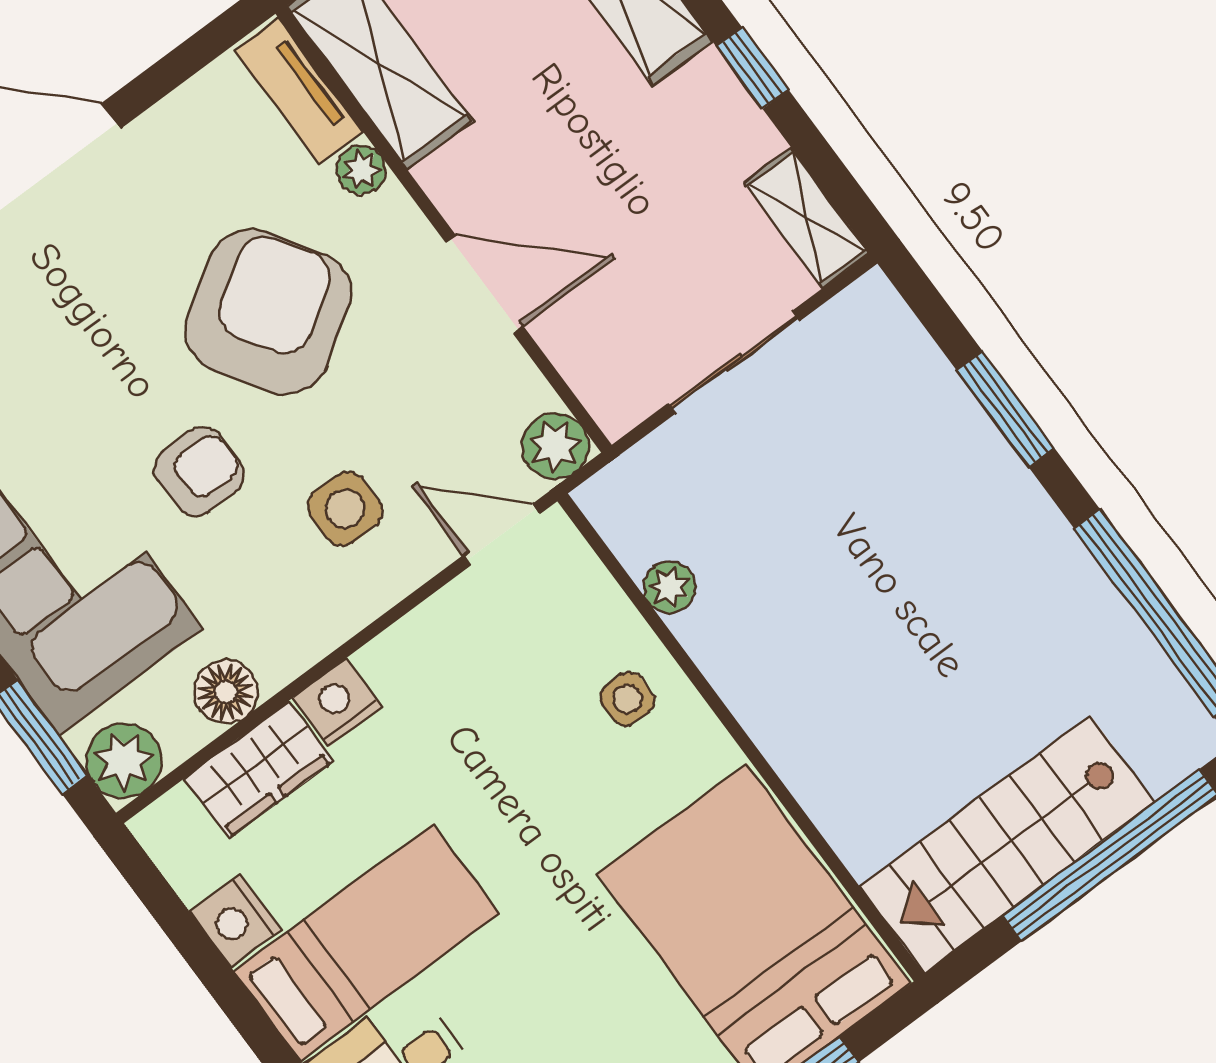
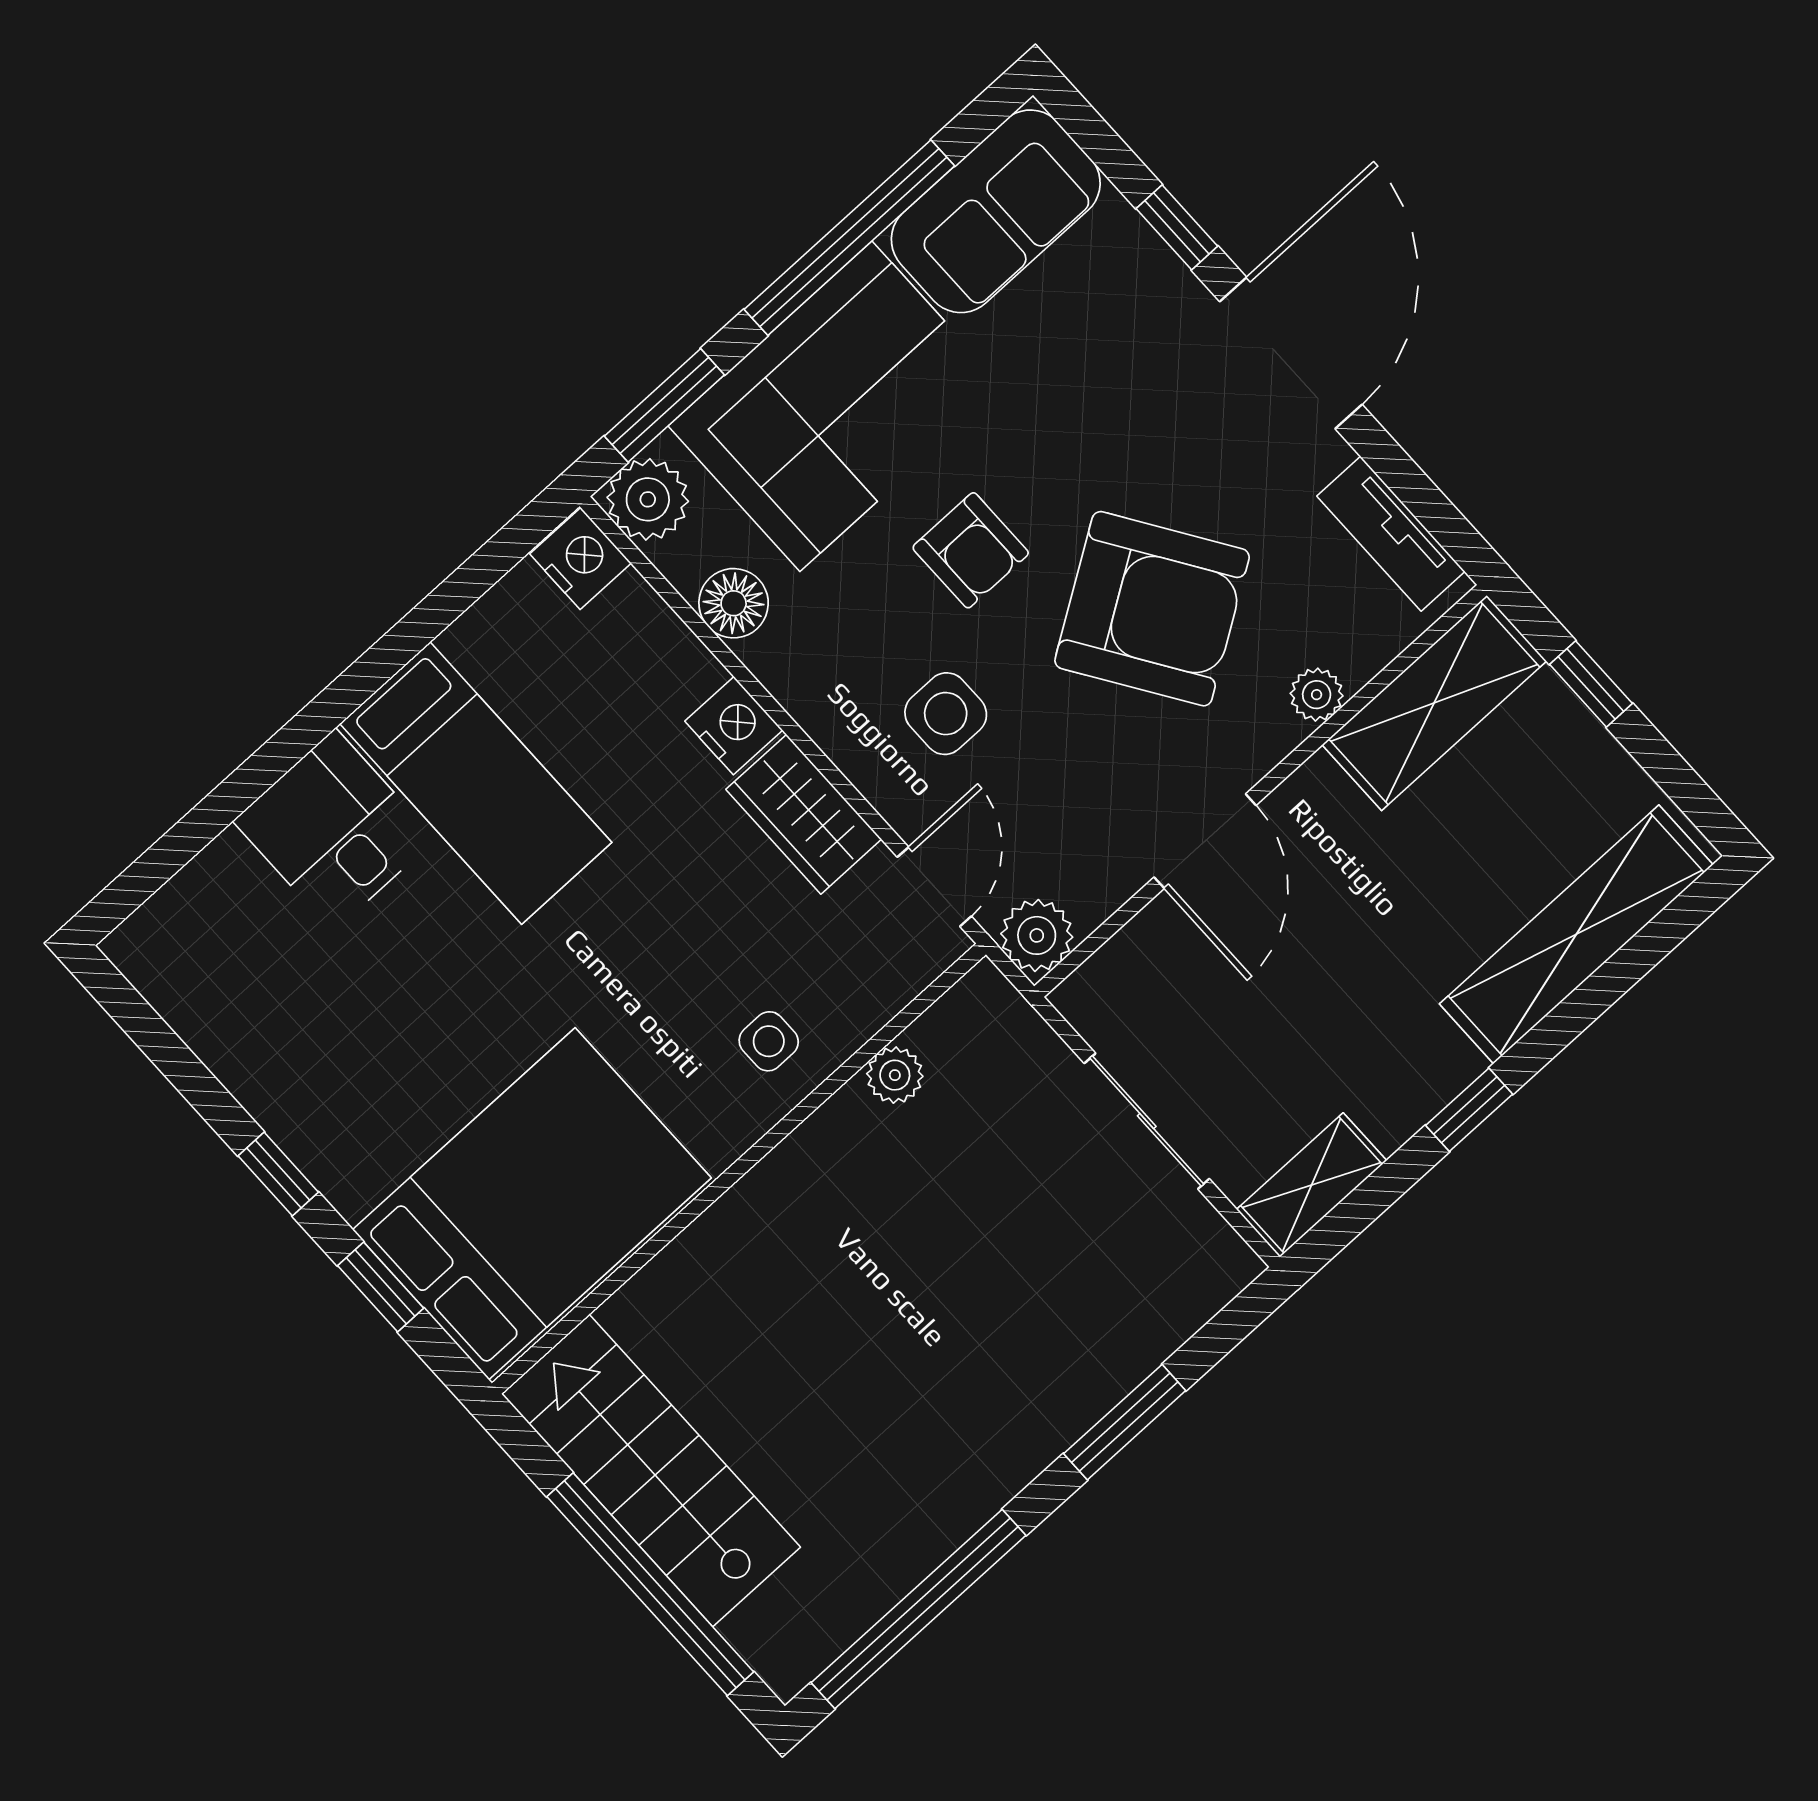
tv unit: (299, 91) -> (1391, 534), moved, turned -90
wardrobe: (259, 770) -> (804, 814), moved
nightstand: (236, 921) -> (580, 559), moved, turned 90

